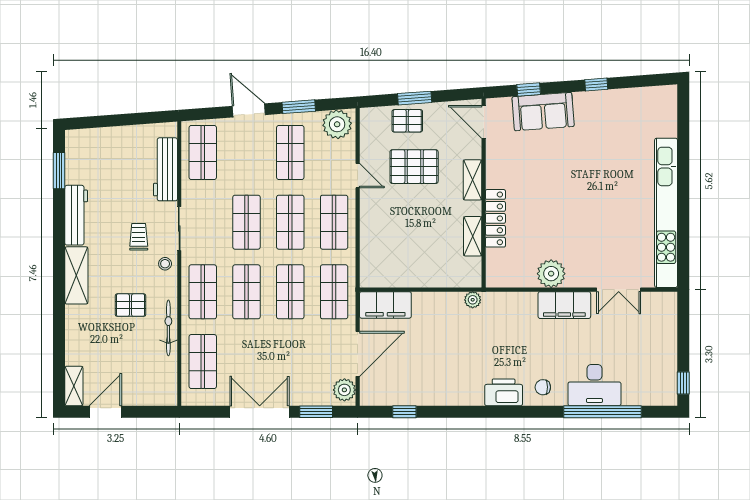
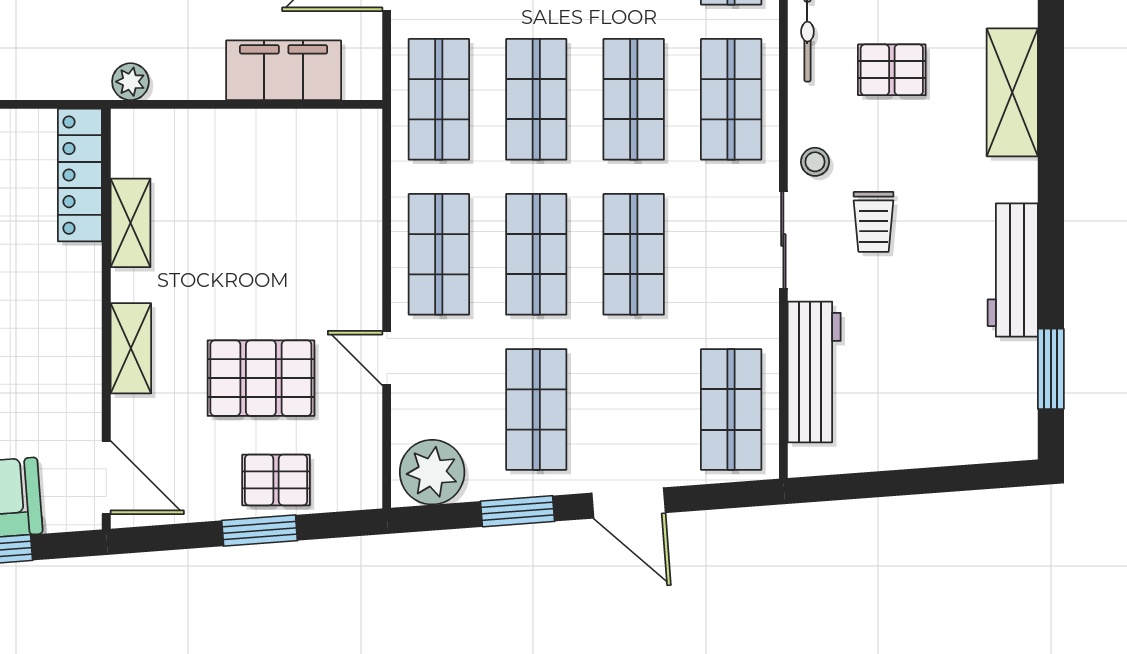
locker: (495, 218) -> (80, 175), moved
shelving: (76, 275) -> (1012, 92), moved
filing cabinet: (385, 305) -> (284, 70), moved

